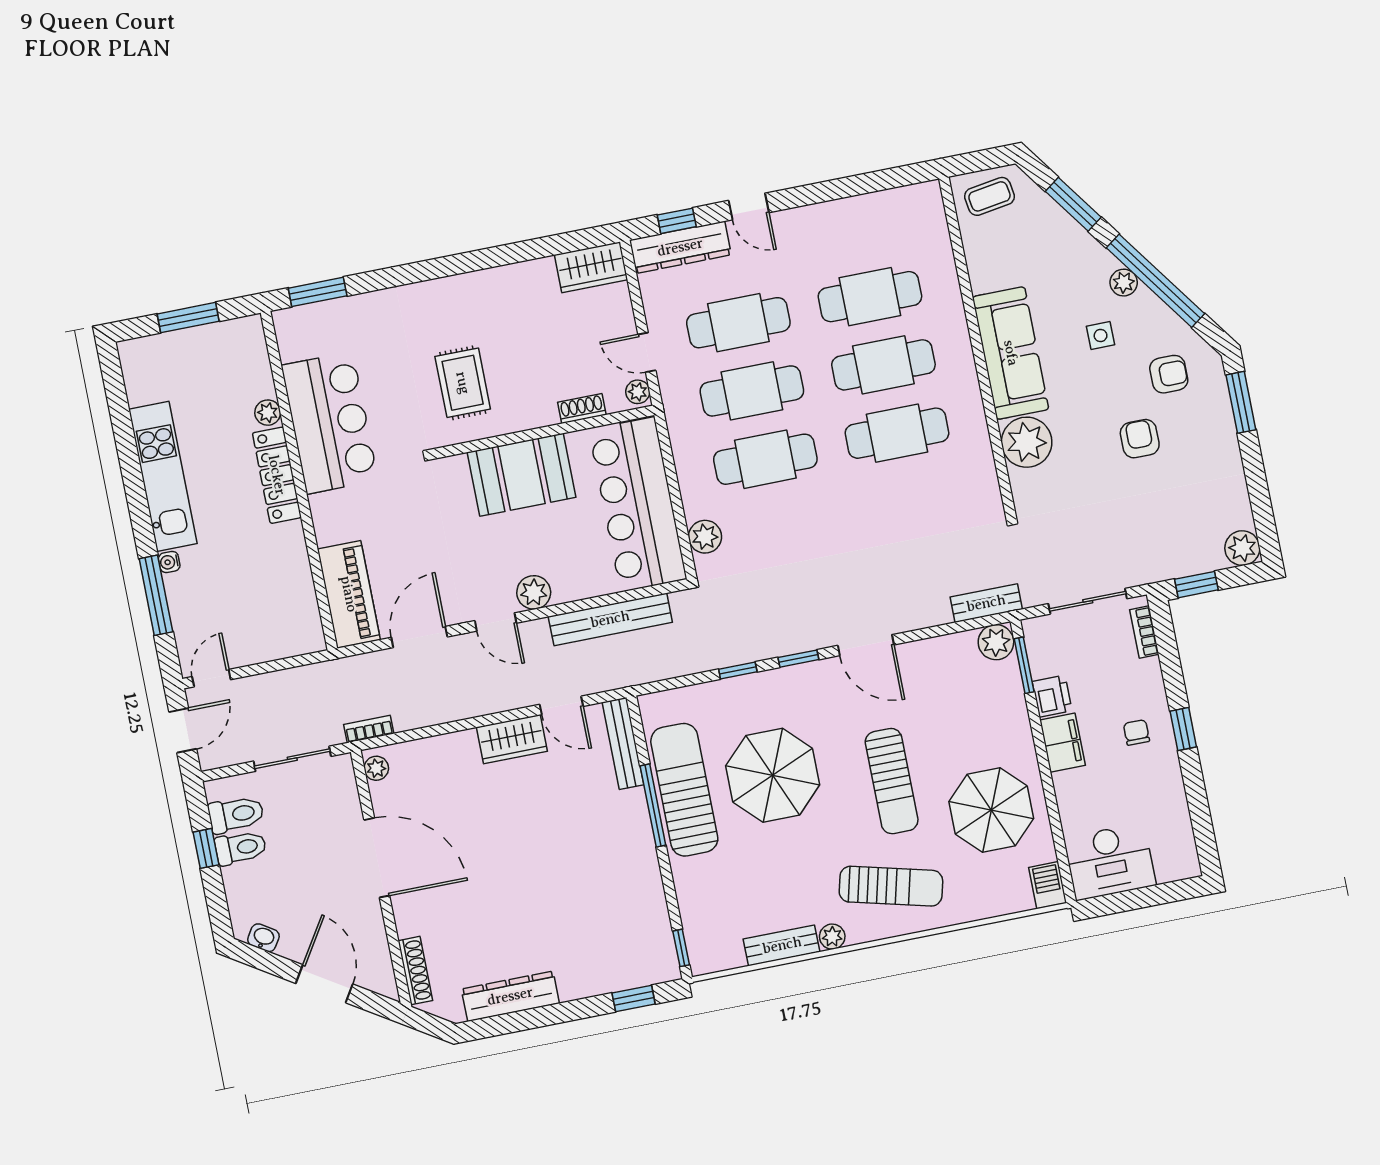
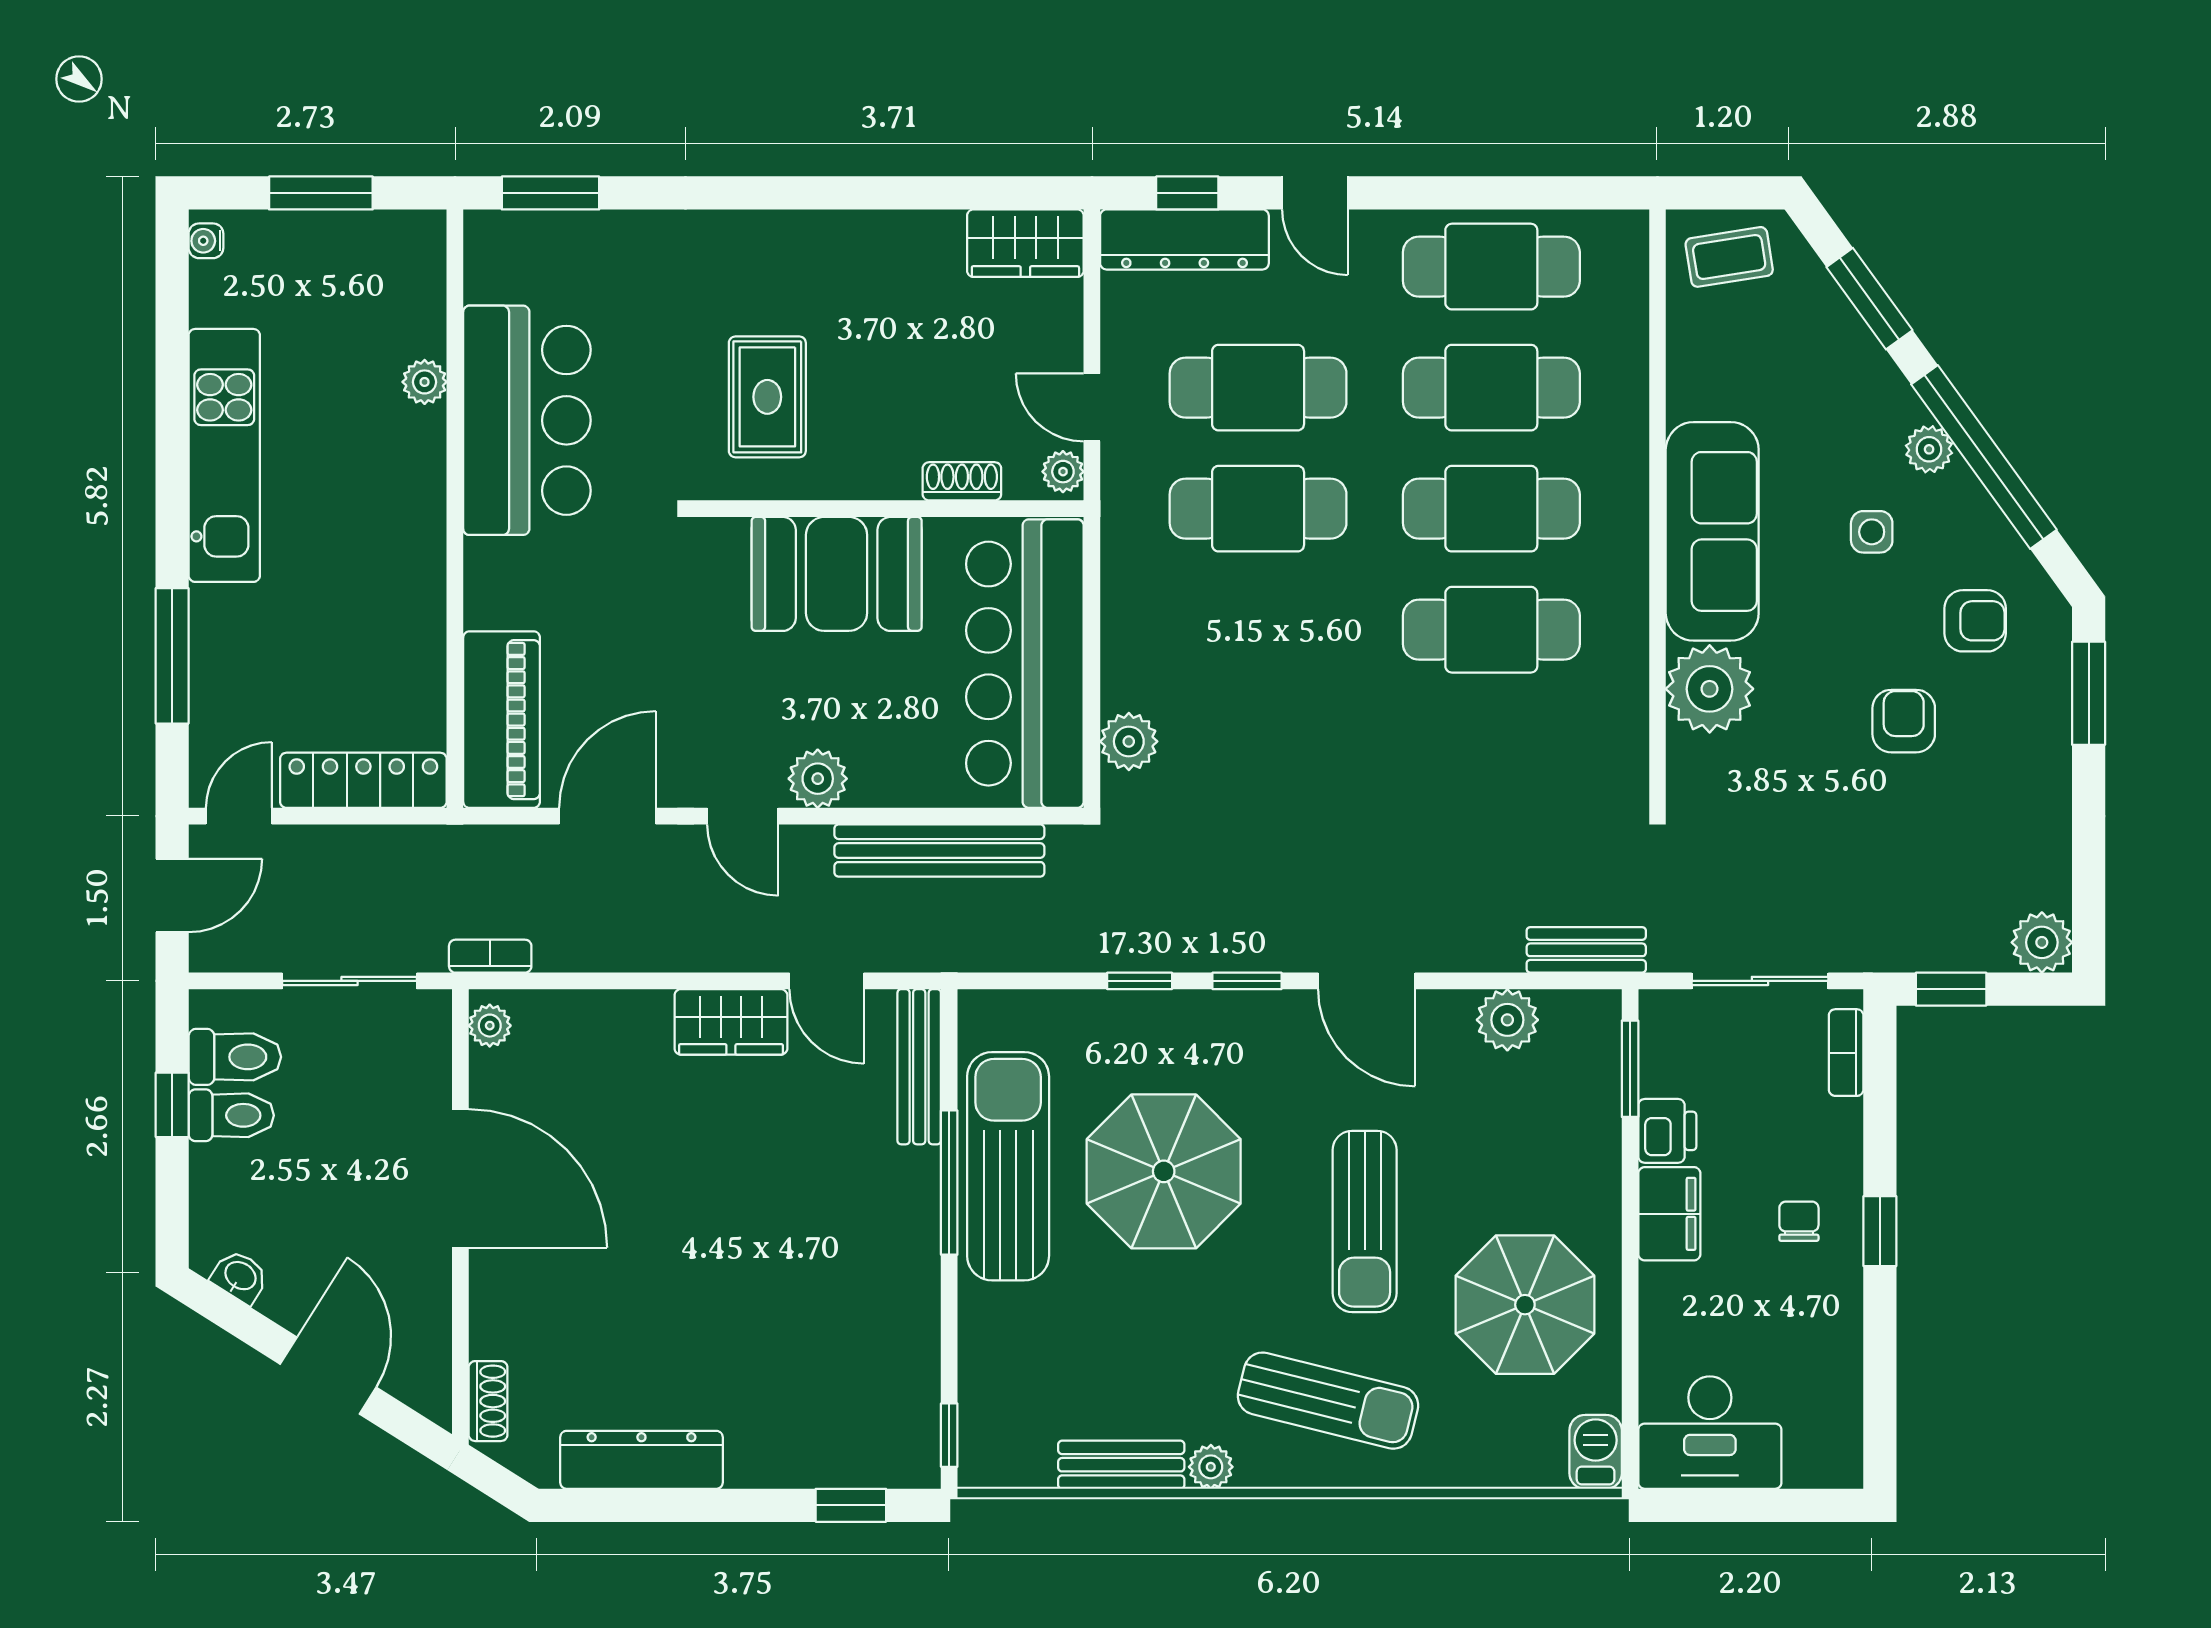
cafe table: (765, 459) -> (1491, 267), moved
locker: (277, 475) -> (363, 780), moved, turned 90
water cooler: (169, 562) -> (206, 241), moved
plant: (996, 642) -> (1507, 1020), moved
shoe rack: (415, 971) -> (488, 1401), width x0.70

